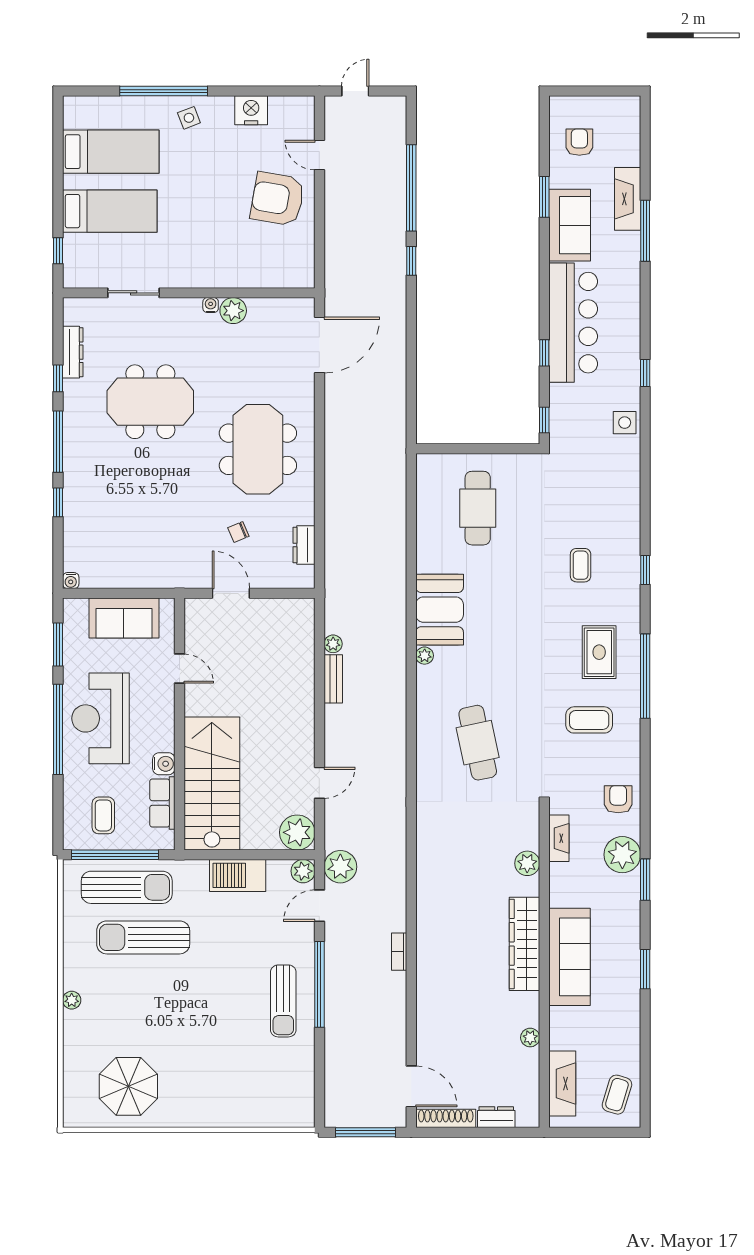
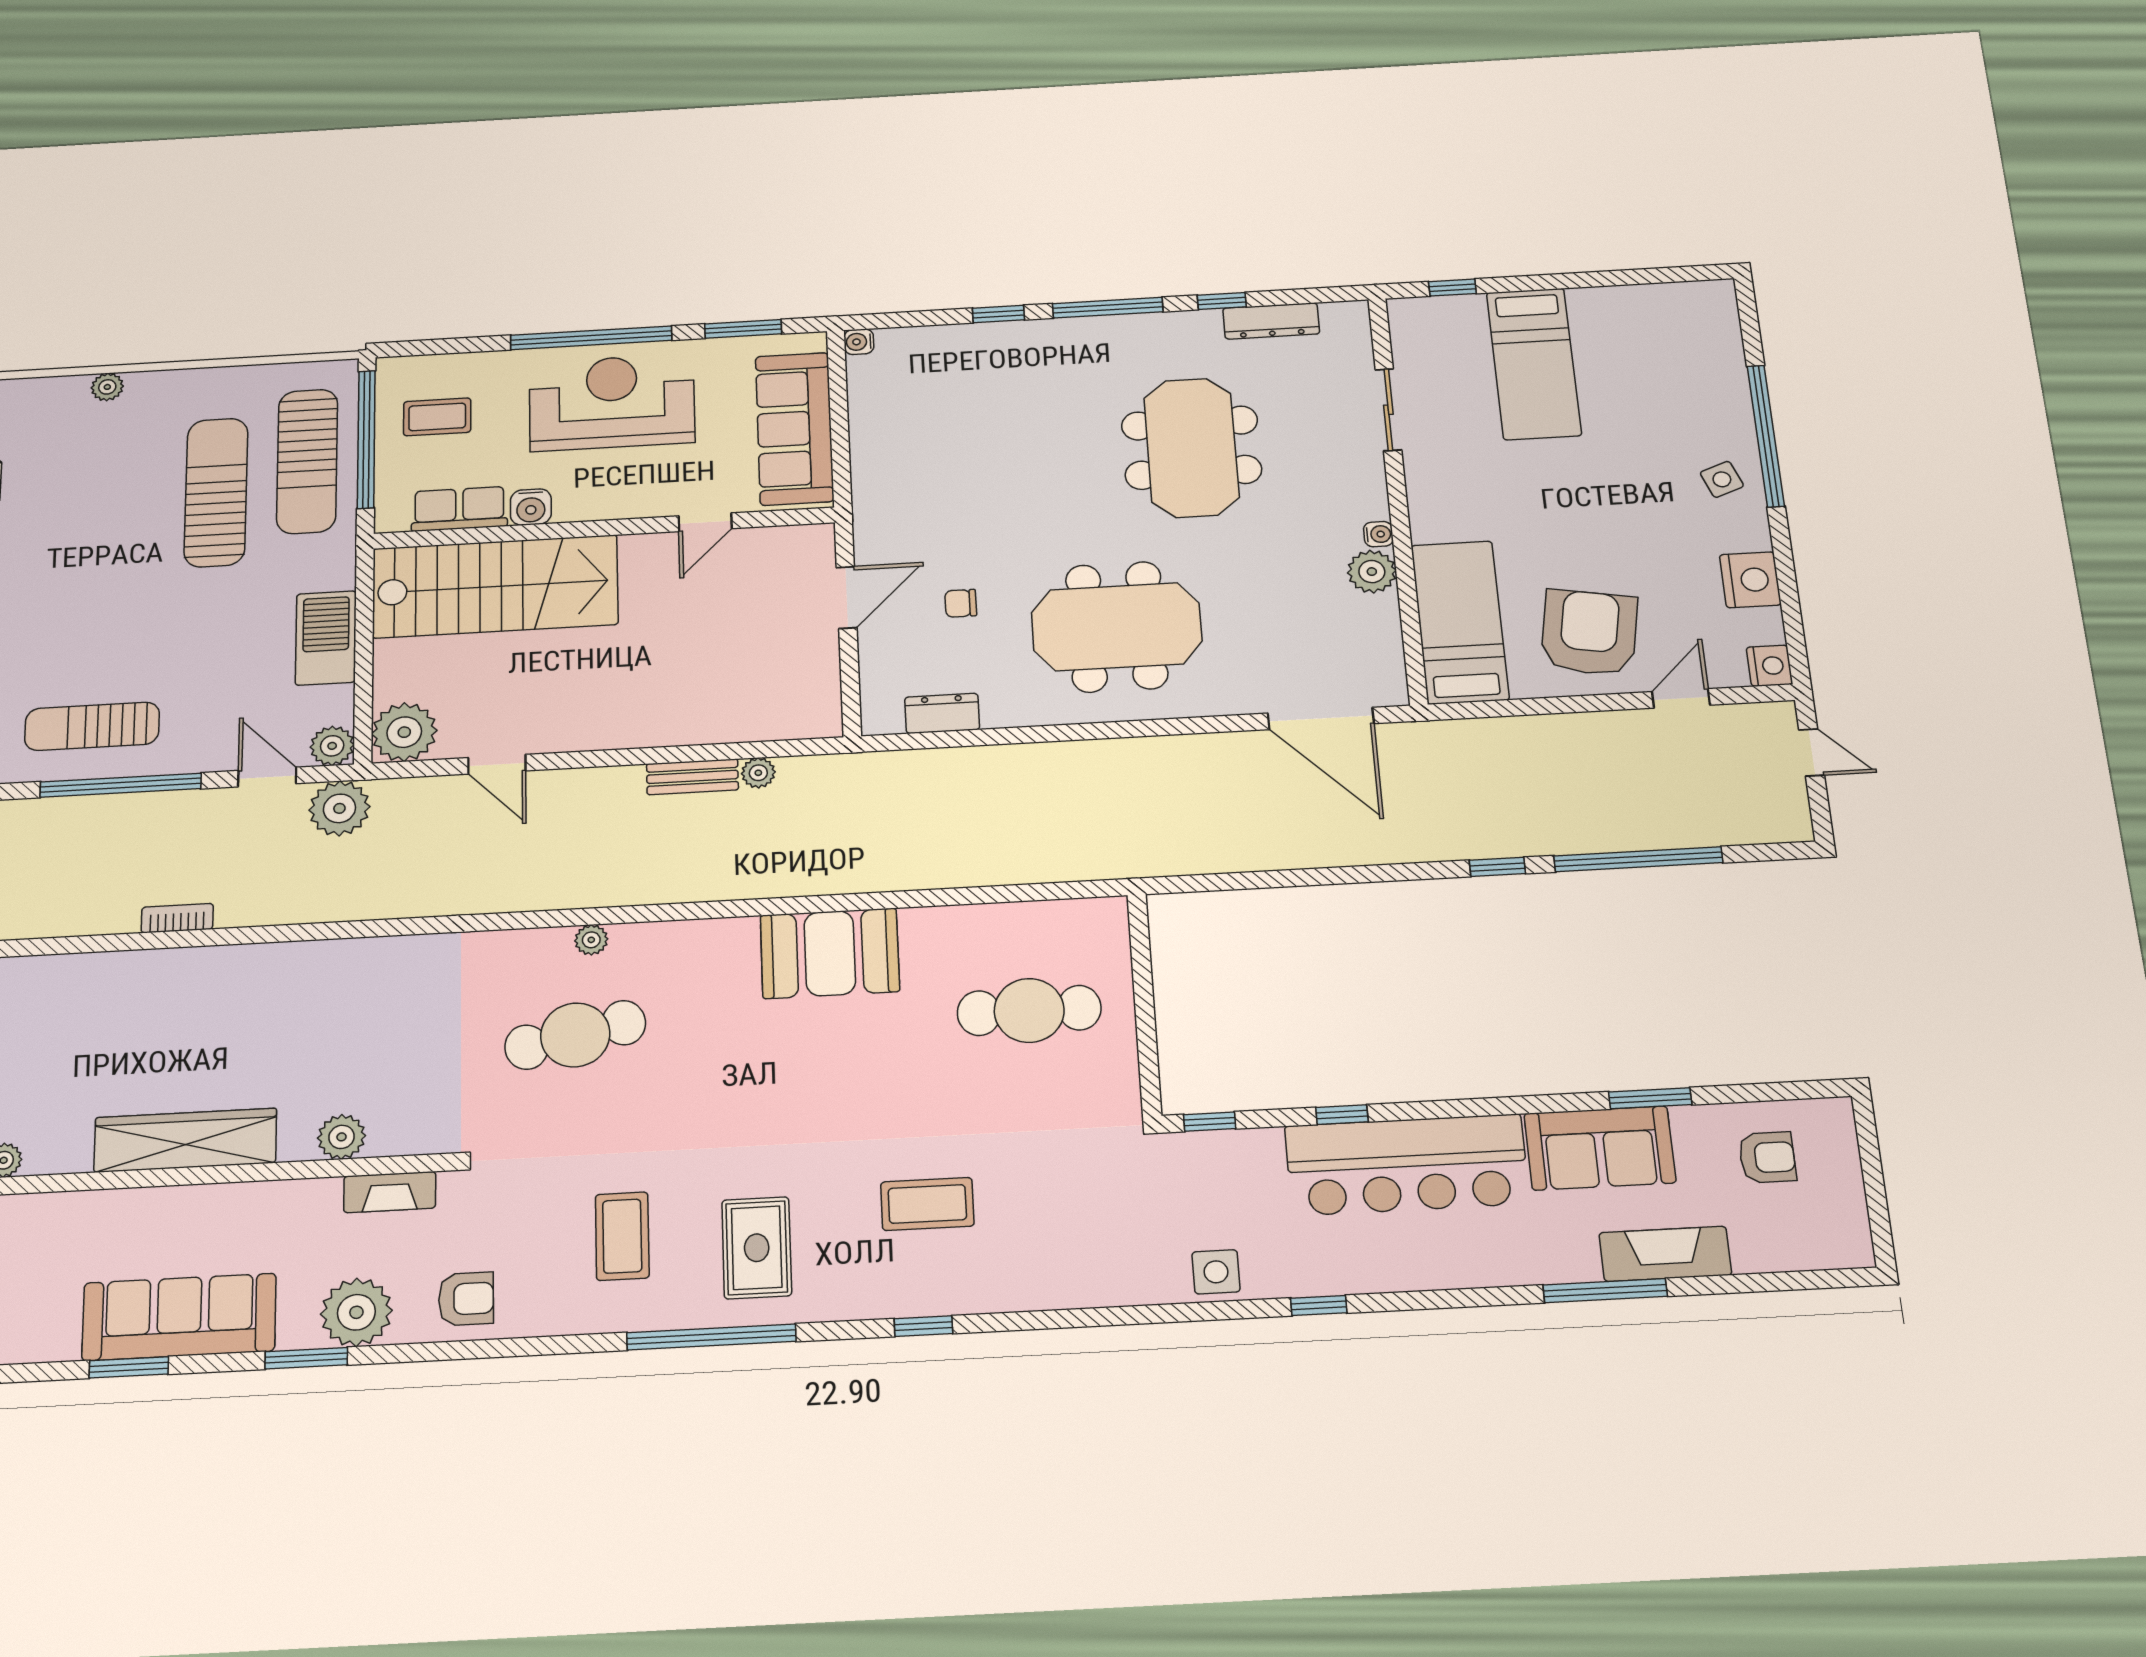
nightstand: (303, 106) -> (1770, 666), added
bed: (111, 152) -> (1460, 622), moved, turned 180
chair: (238, 532) -> (961, 603), turned -67
coffee table: (581, 565) -> (927, 1204), width x1.36, depth x1.30
sofa: (124, 618) -> (795, 429), width x1.36
rug: (599, 652) -> (757, 1248), turned 90
plant: (425, 656) -> (591, 940), moved
sofa: (569, 957) -> (179, 1317), moved, turned 180

